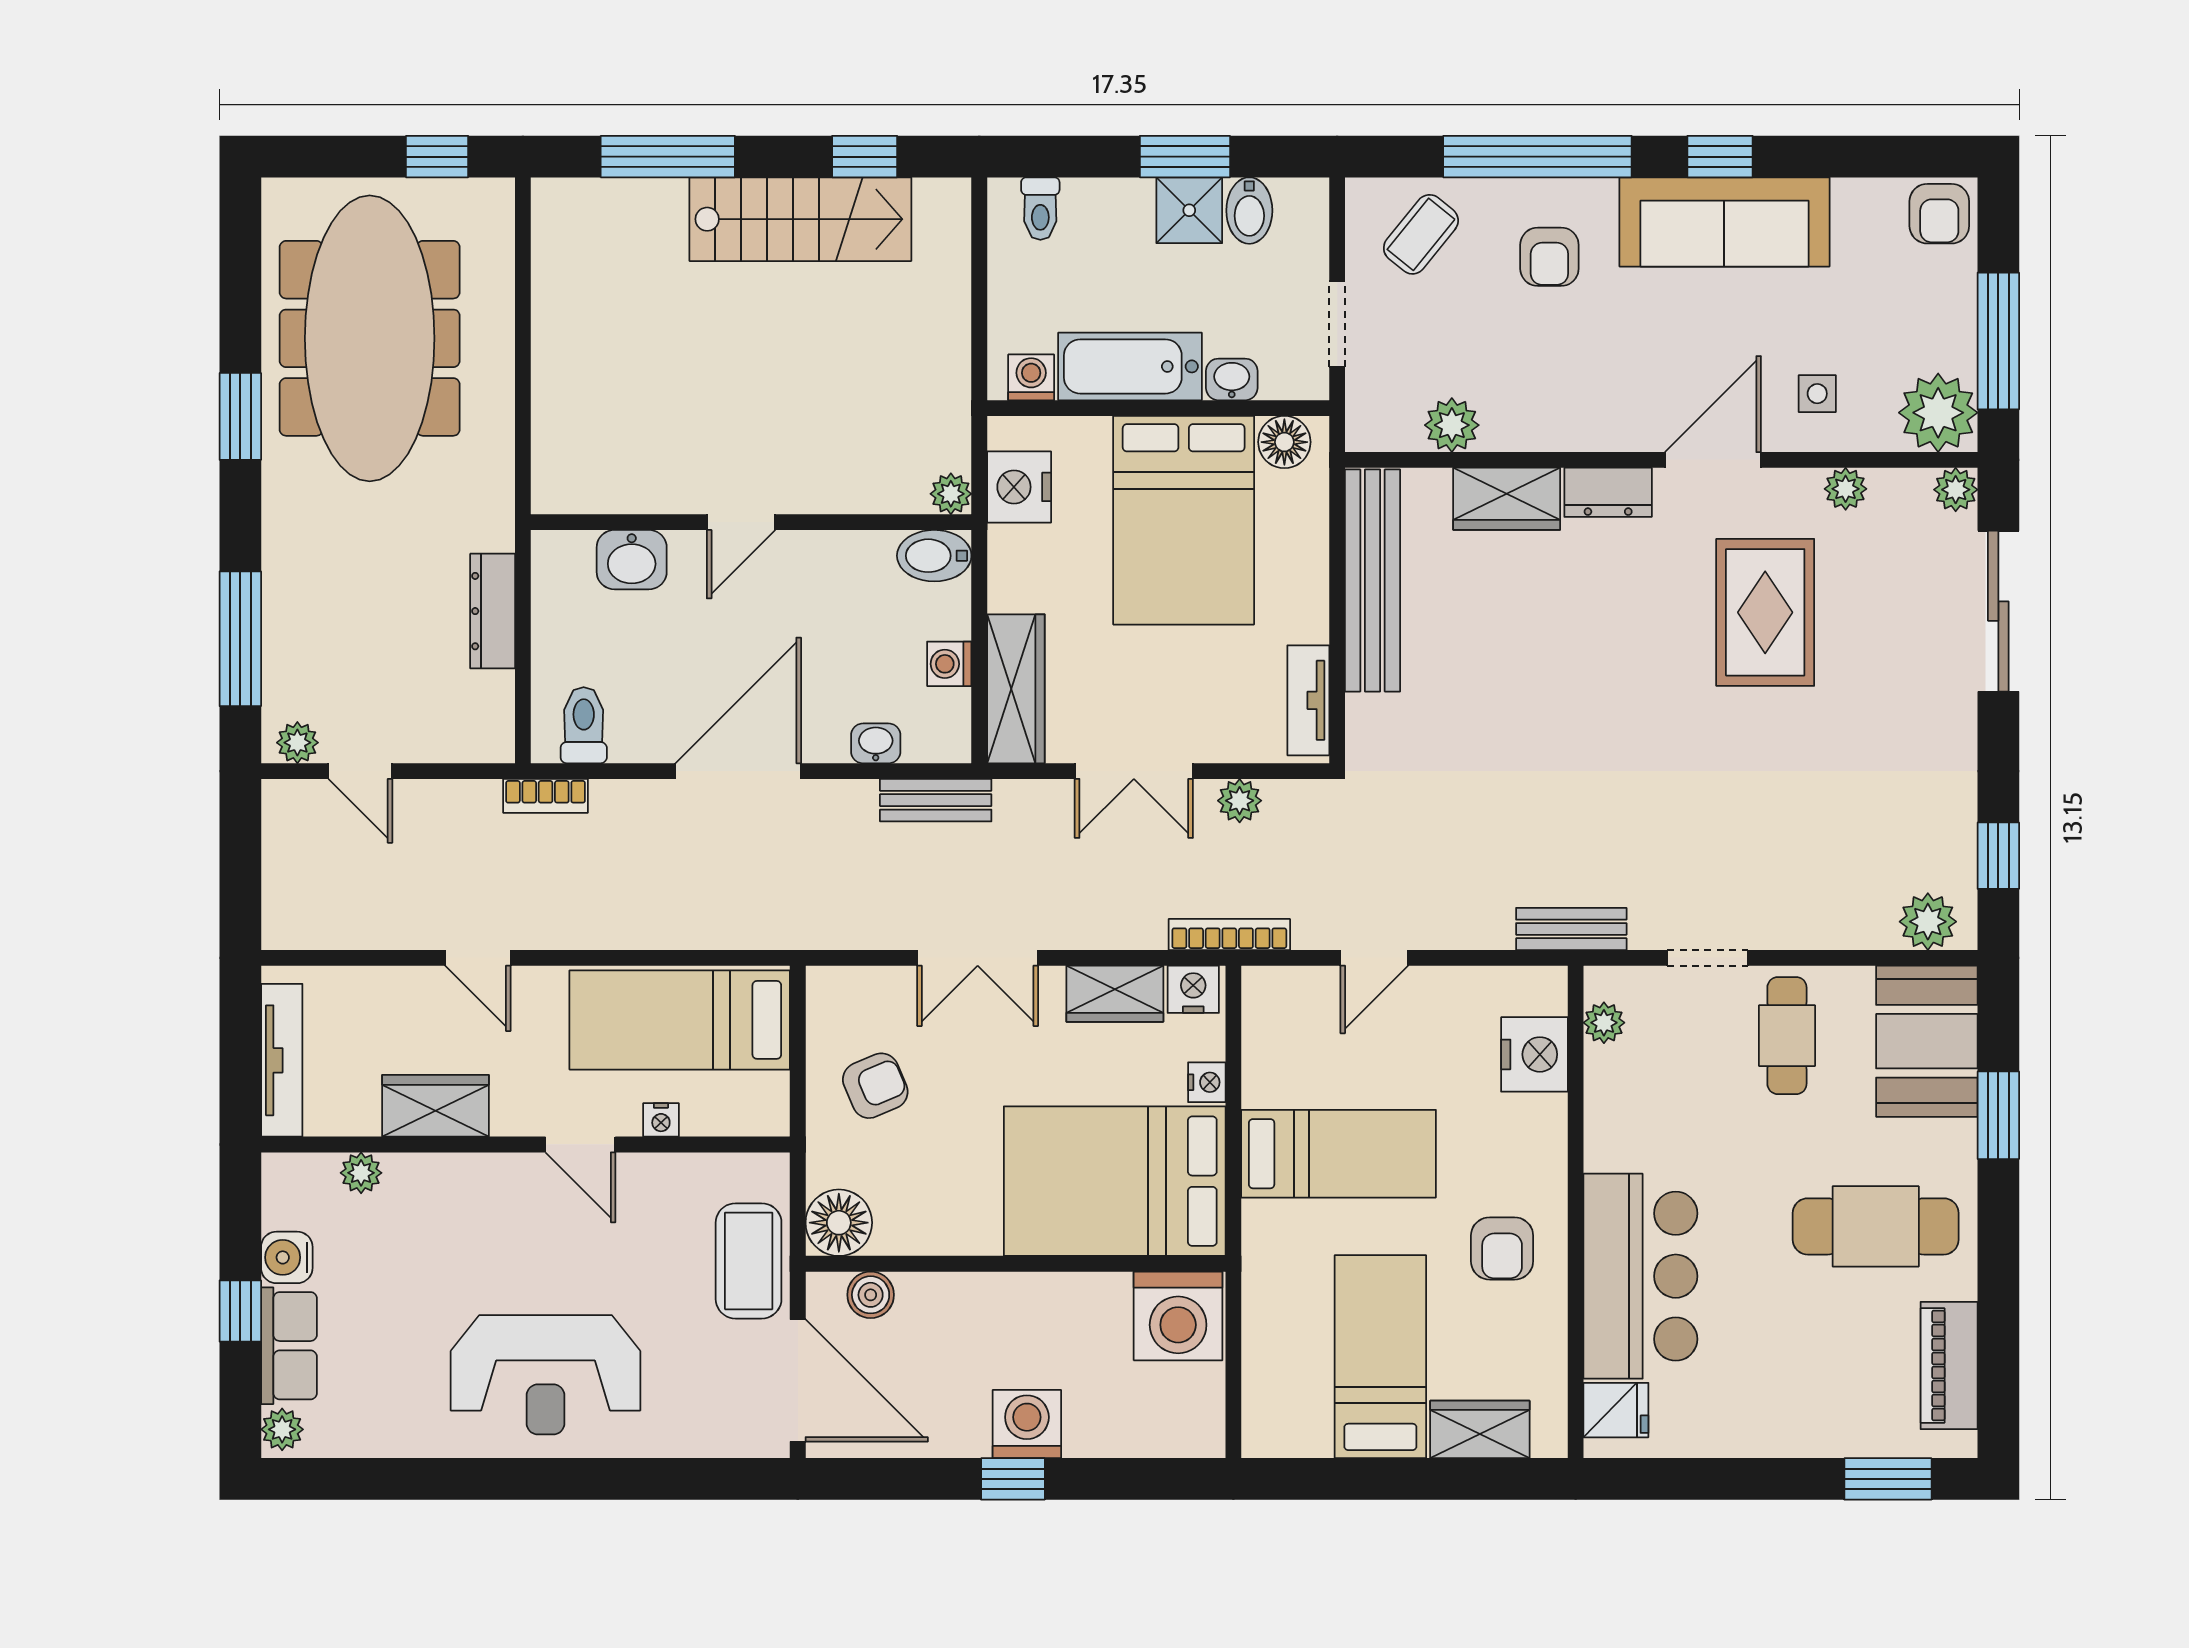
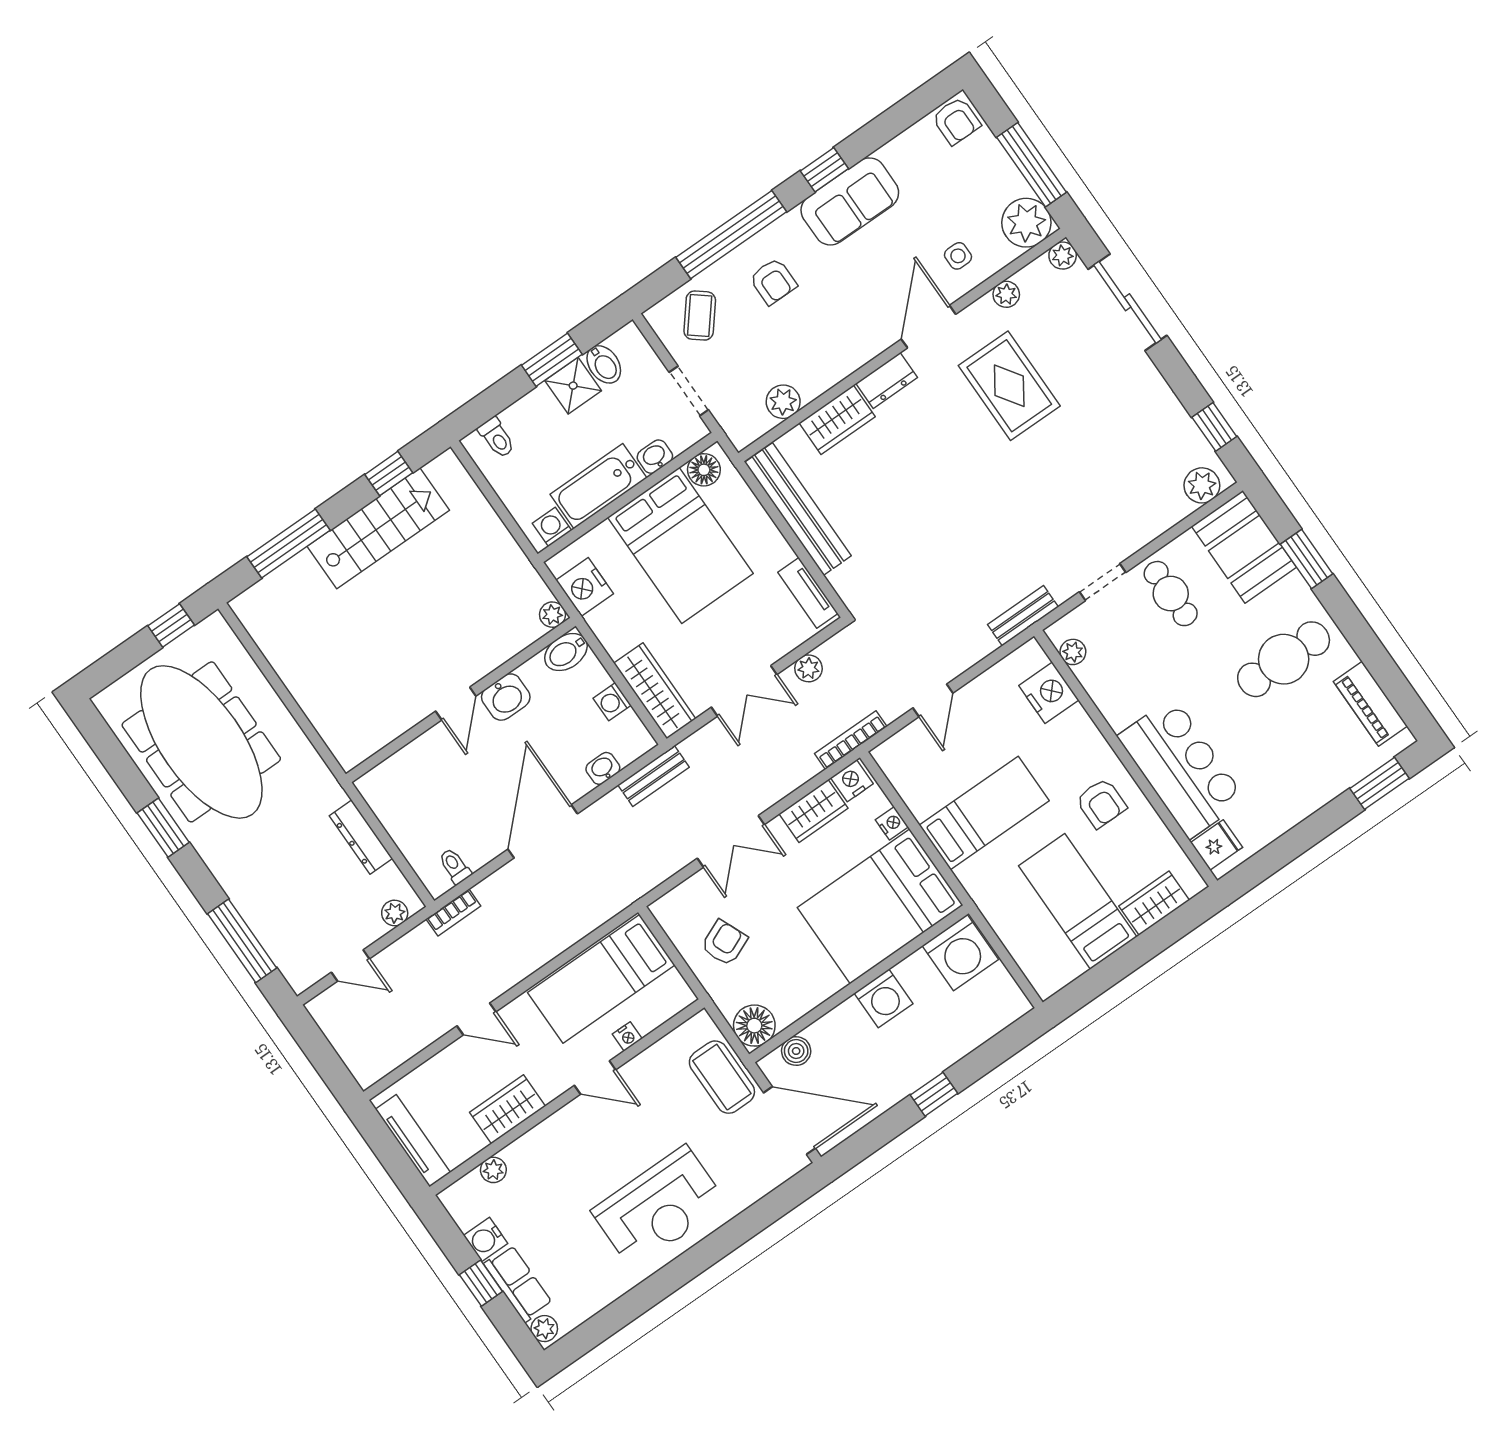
sofa: (1724, 222) -> (850, 201), width x0.73
washbasin: (632, 560) -> (506, 697), moved
toilet: (584, 725) -> (455, 866), width x0.73, depth x0.72
plant: (297, 743) -> (395, 913), moved
washing machine: (1027, 1424) -> (883, 998), moved, turned 180

